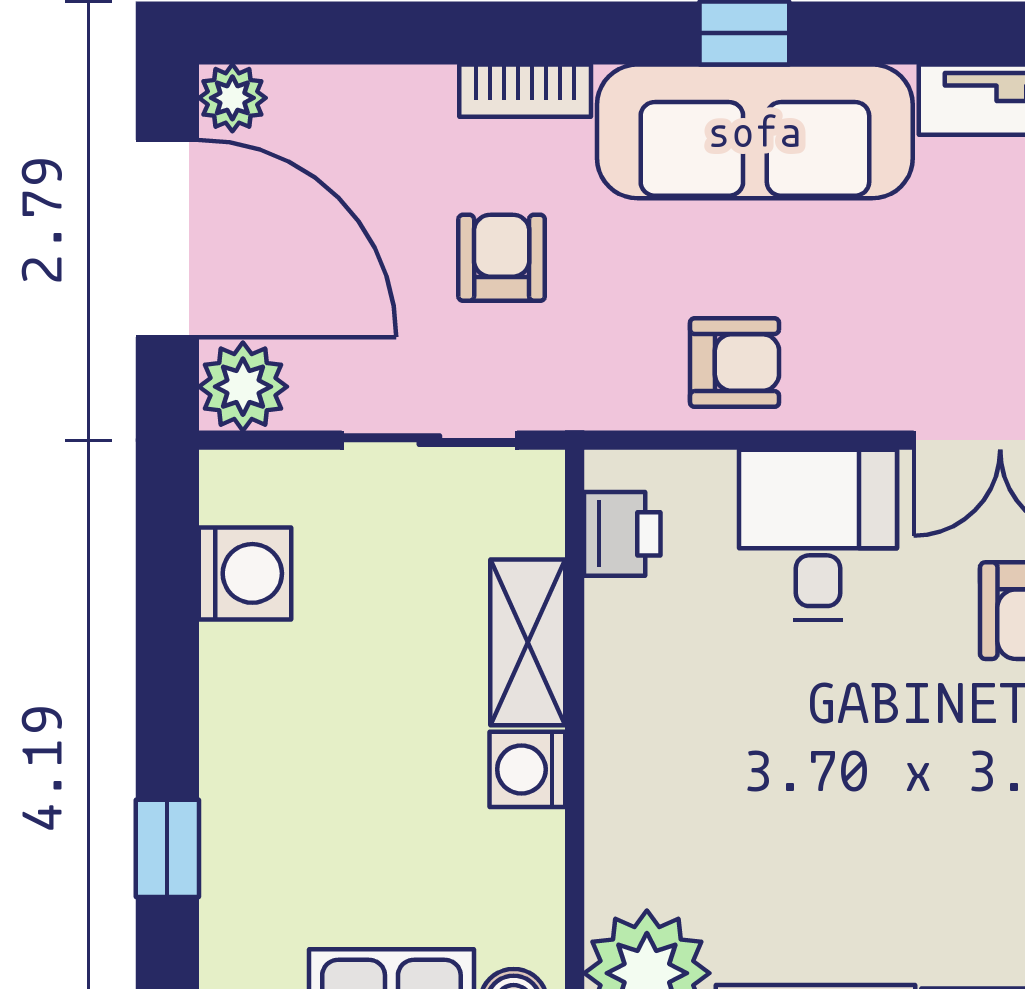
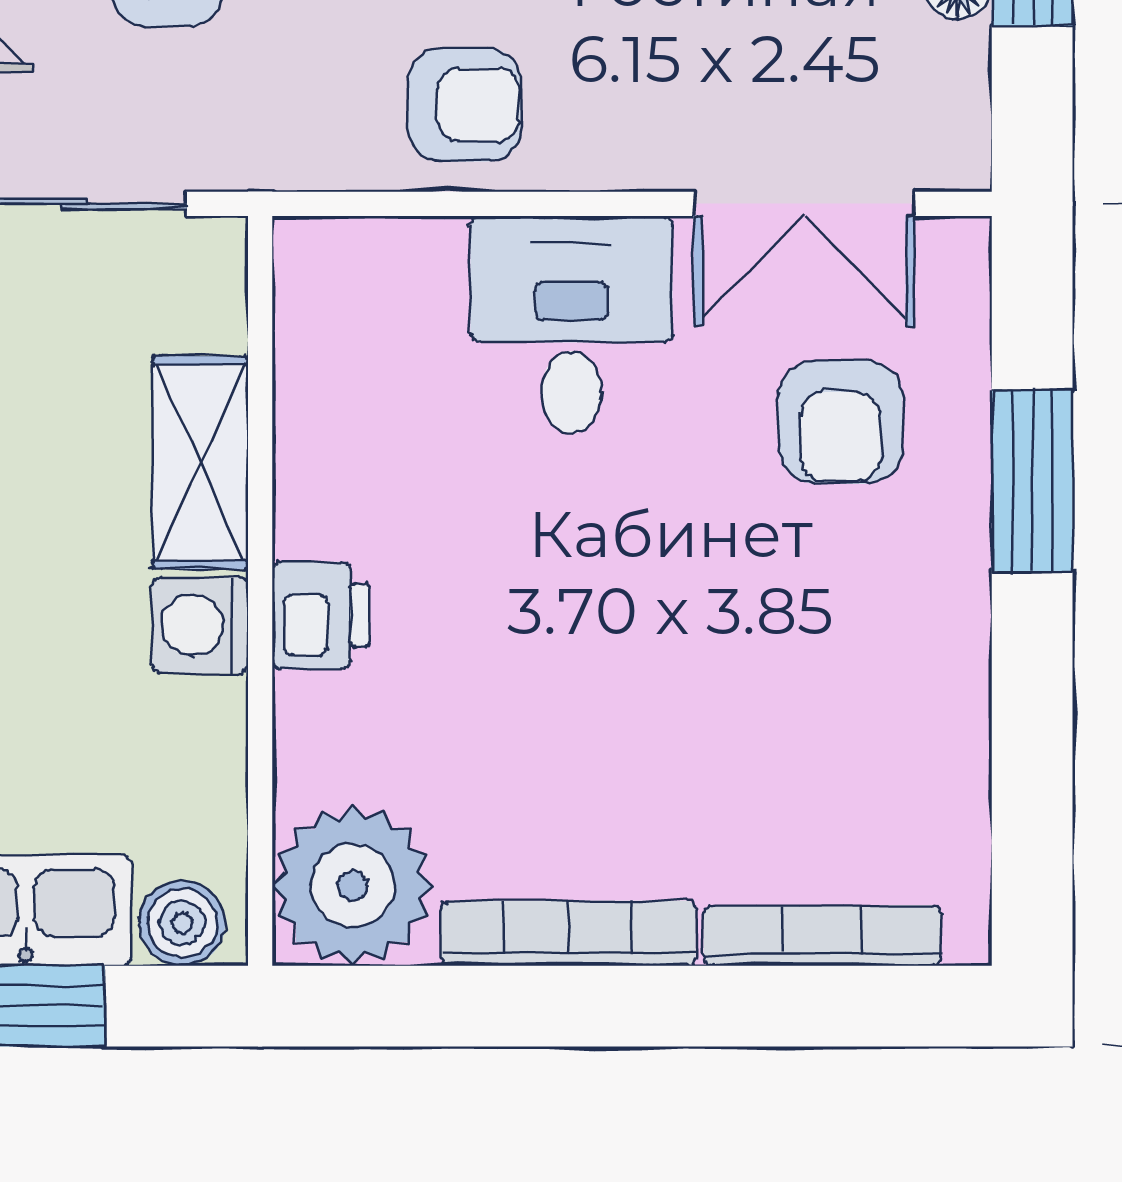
printer: (622, 534) -> (321, 615), moved

